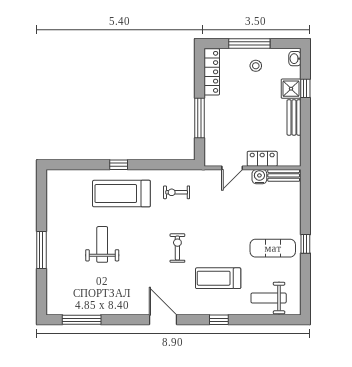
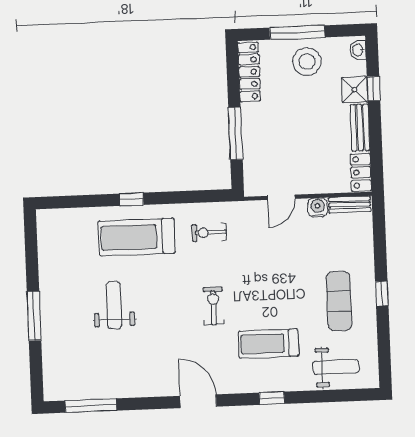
stool: (256, 66) -> (307, 61), width x1.89, depth x1.89
locker: (262, 159) -> (361, 172), moved, turned -90
exercise mat: (273, 248) -> (339, 301), turned 90
weight bench: (269, 298) -> (336, 367), turned 180

